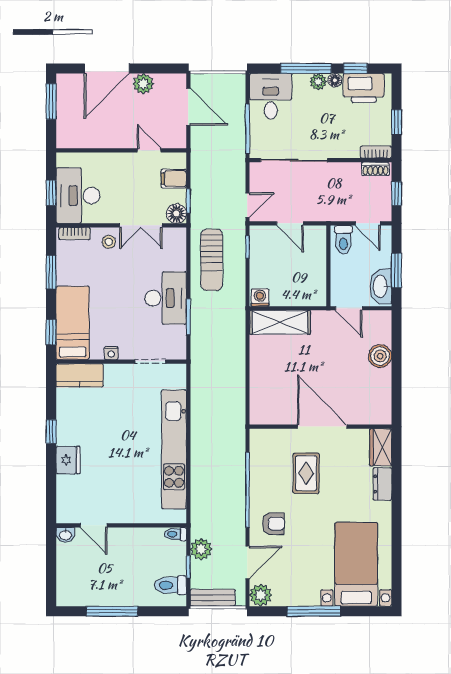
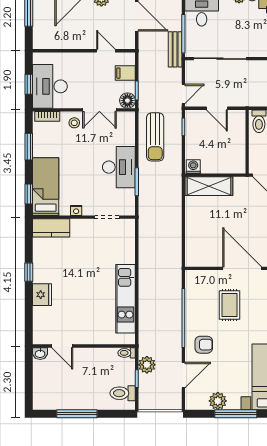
kitchen unit: (174, 449) -> (126, 299), width x0.73
plant: (261, 595) -> (218, 401), moved
bench: (213, 598) -> (175, 49), moved, turned 90

